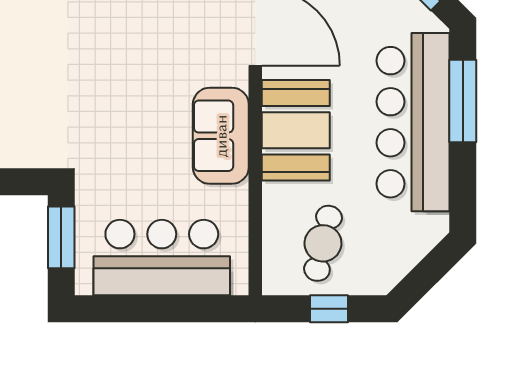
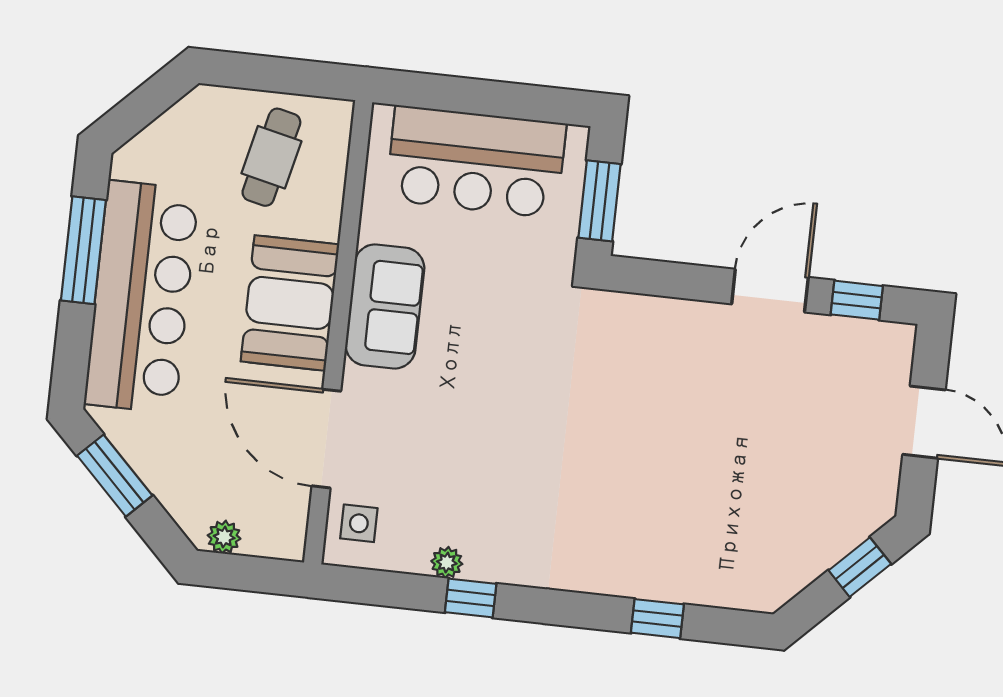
window: (463, 101) -> (83, 250), moved
window: (329, 309) -> (273, 74), removed

